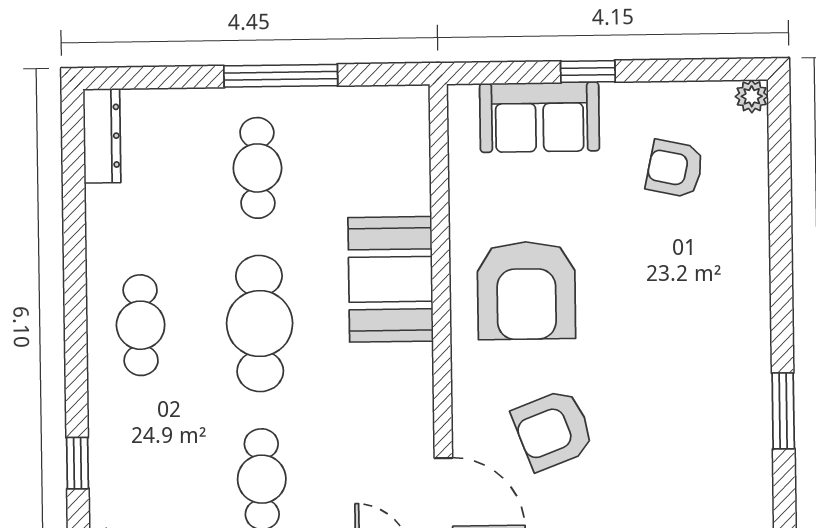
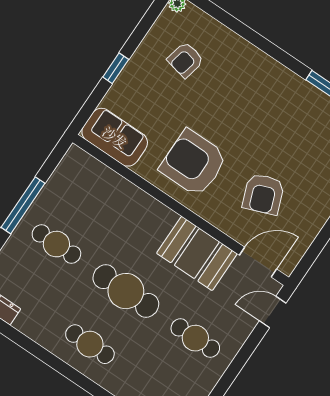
sofa: (539, 117) -> (115, 137), moved, turned -90
booth: (391, 279) -> (197, 253), moved
armchair: (526, 290) -> (194, 163), turned 180

